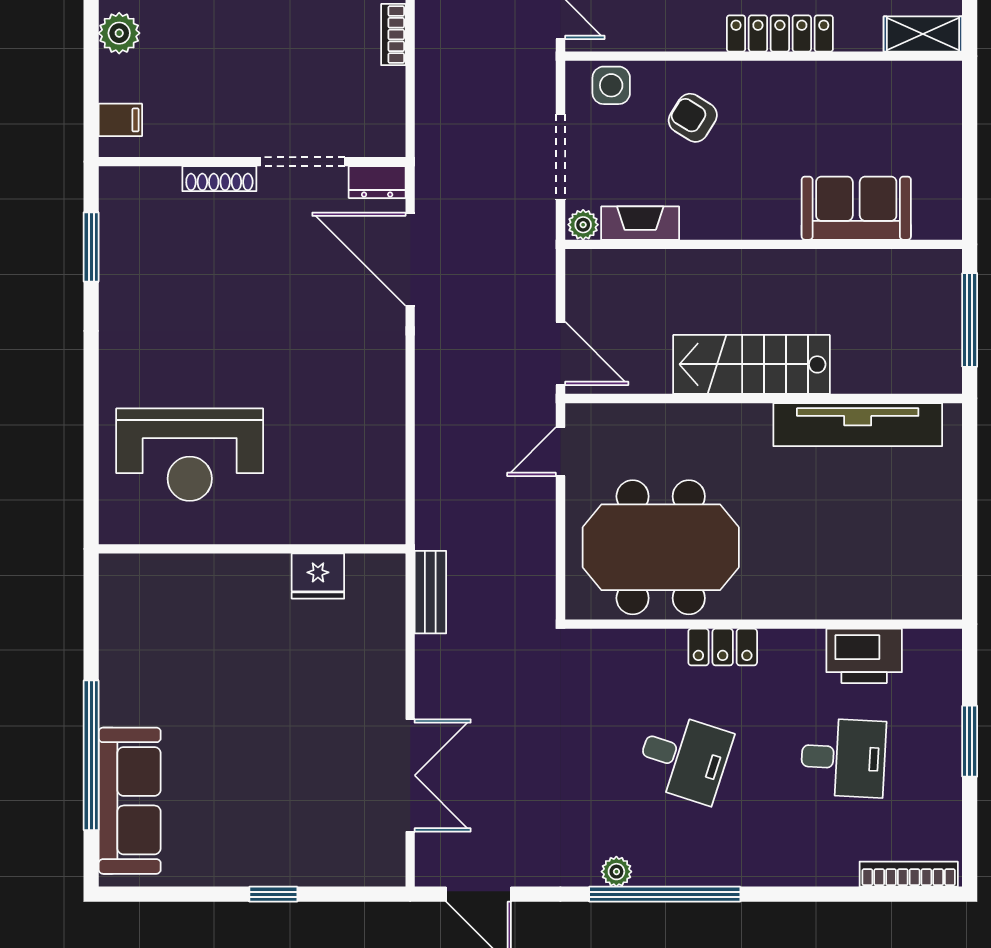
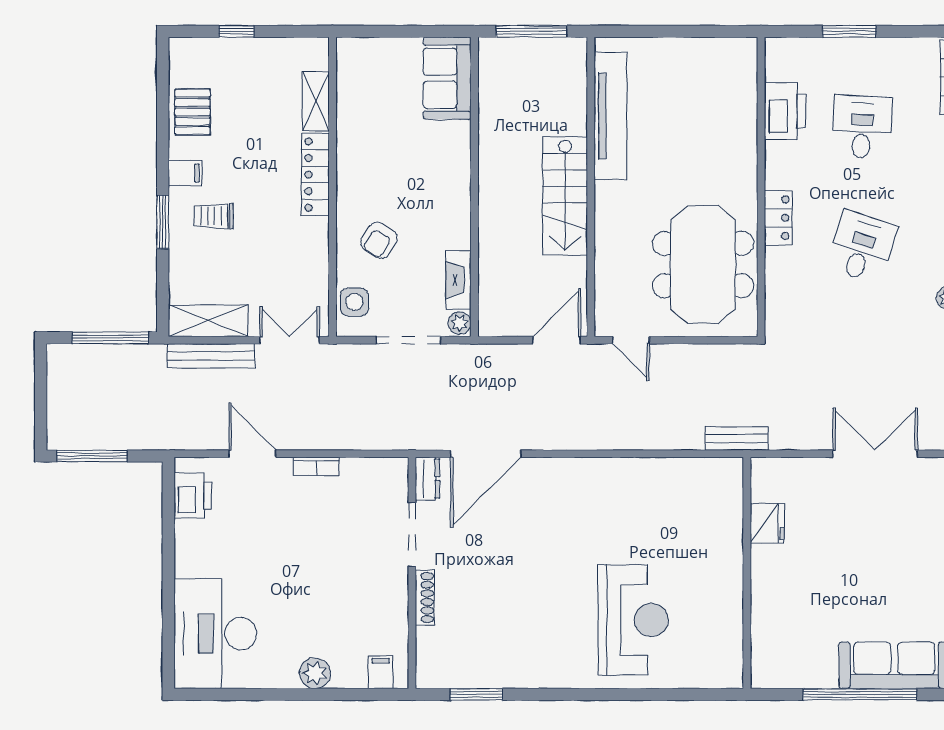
shelving: (923, 34) -> (316, 101), moved
sofa: (856, 208) -> (447, 78), moved
wall: (252, 549) -> (747, 573), moved
fridge: (318, 576) -> (767, 523), moved

